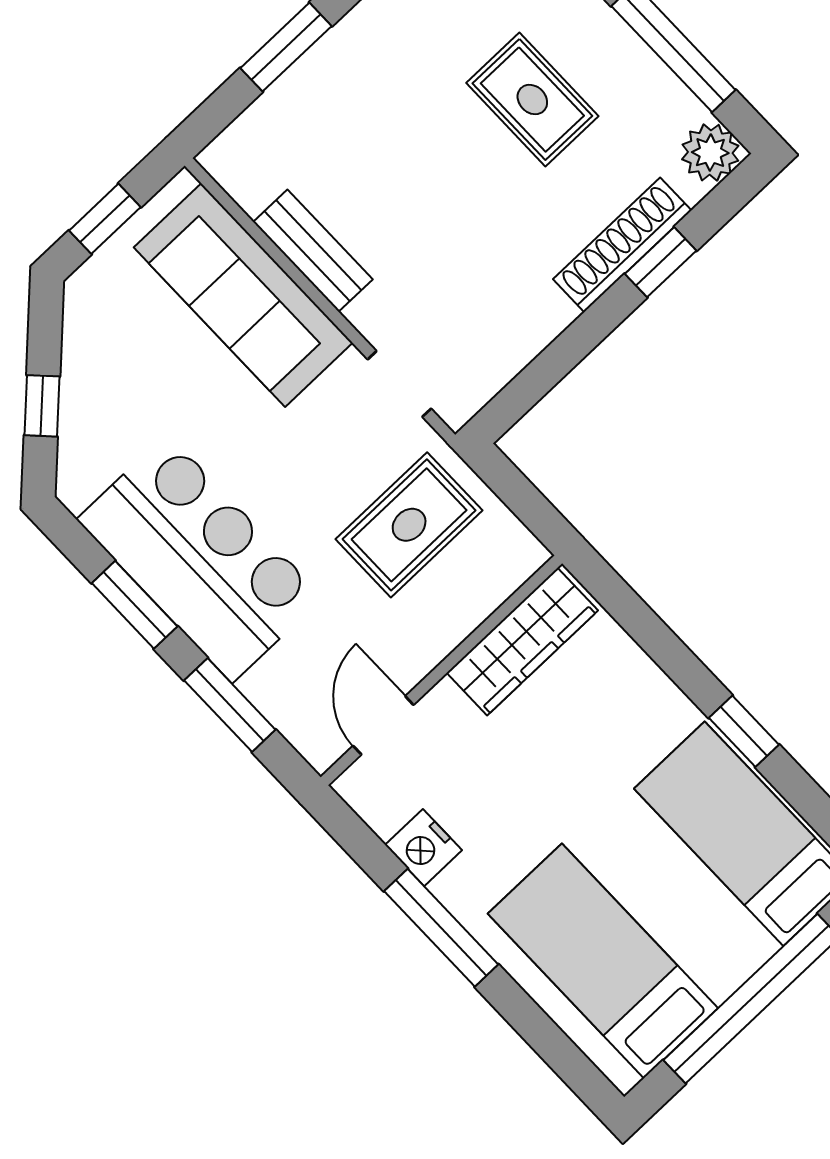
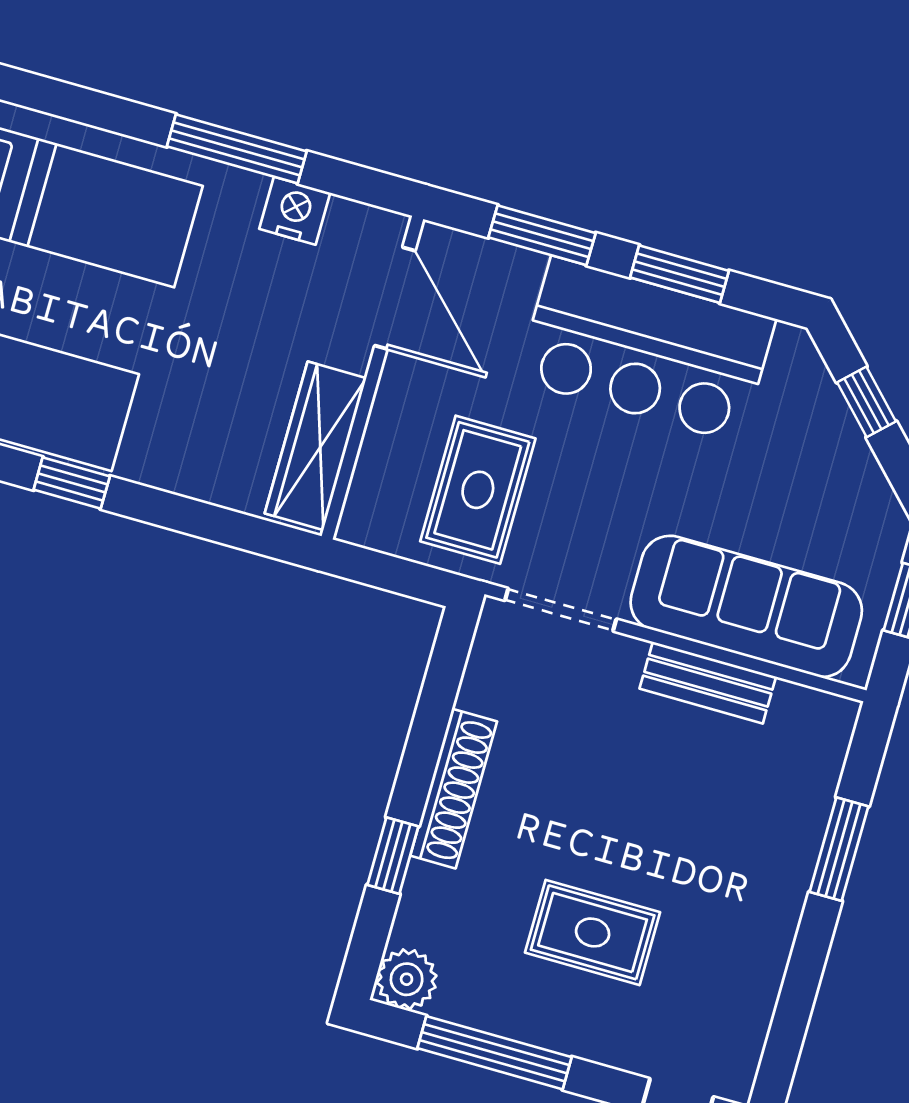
shoe rack: (622, 245) -> (454, 789), moved
doorway: (399, 384) -> (561, 610), width x1.38
door: (383, 725) -> (395, 298), width x1.37

